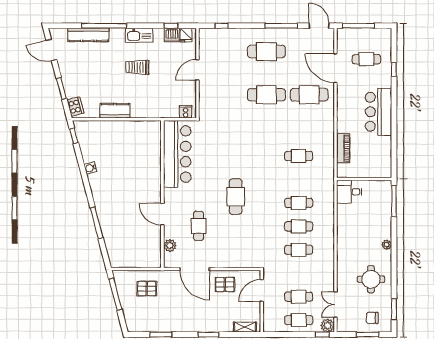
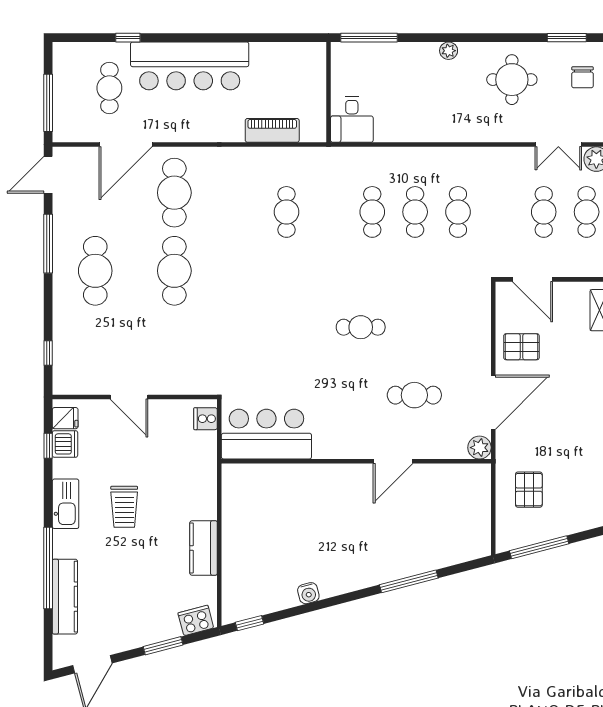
bar counter: (378, 112) -> (190, 66), width x1.36
bar counter: (177, 154) -> (266, 434), width x0.73
cafe table: (236, 197) -> (361, 327), width x0.73, depth x0.74
plant: (170, 246) -> (479, 448), moved
pallet: (225, 285) -> (521, 347), turned 90

